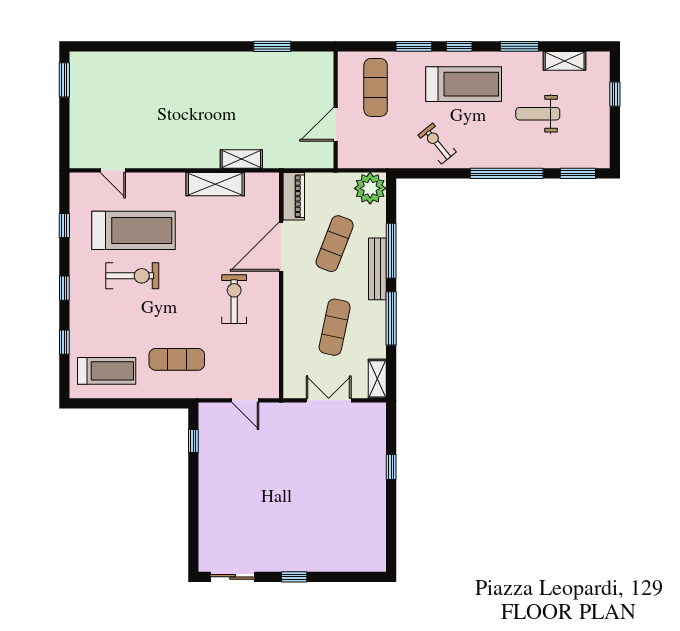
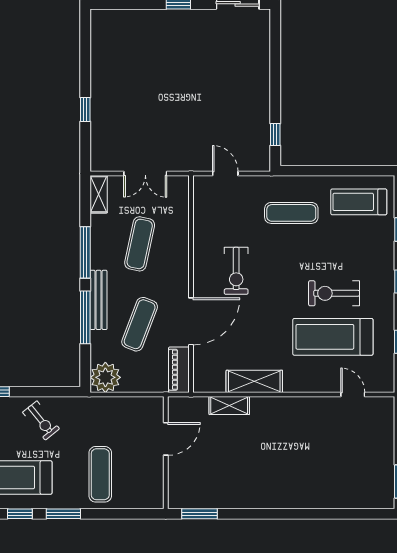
wall: (336, 110) -> (166, 453), moved
door: (336, 124) -> (166, 439), moved

